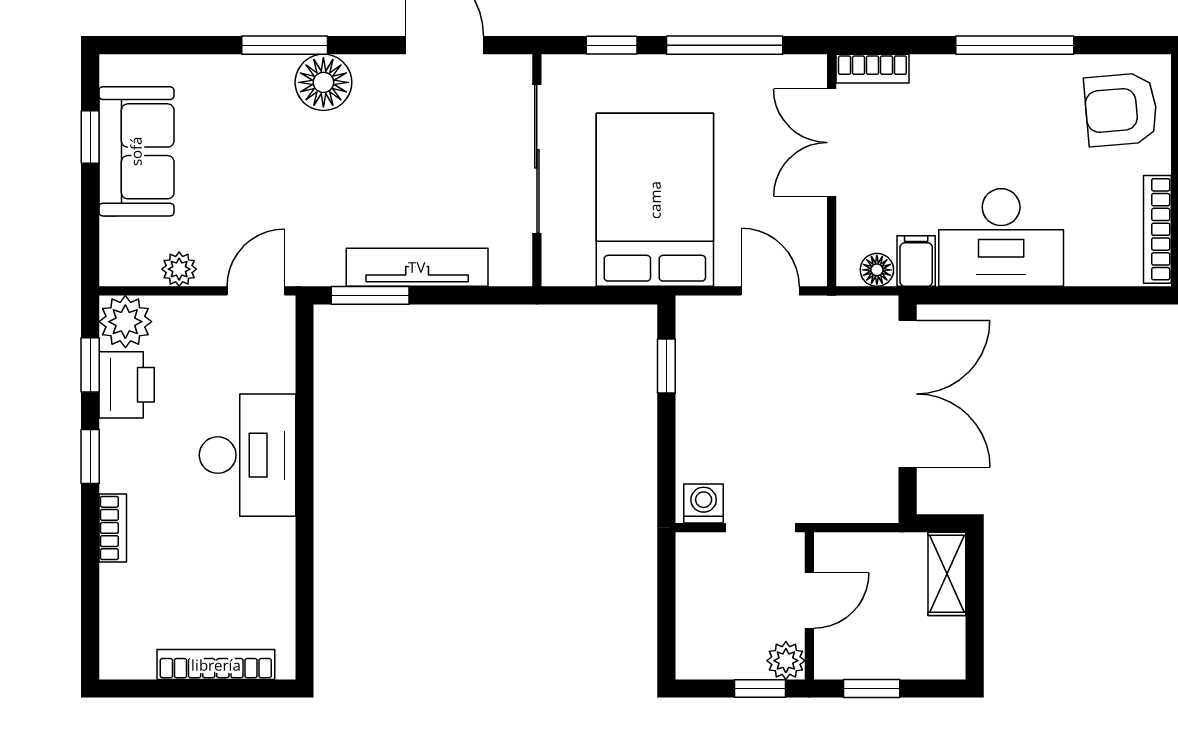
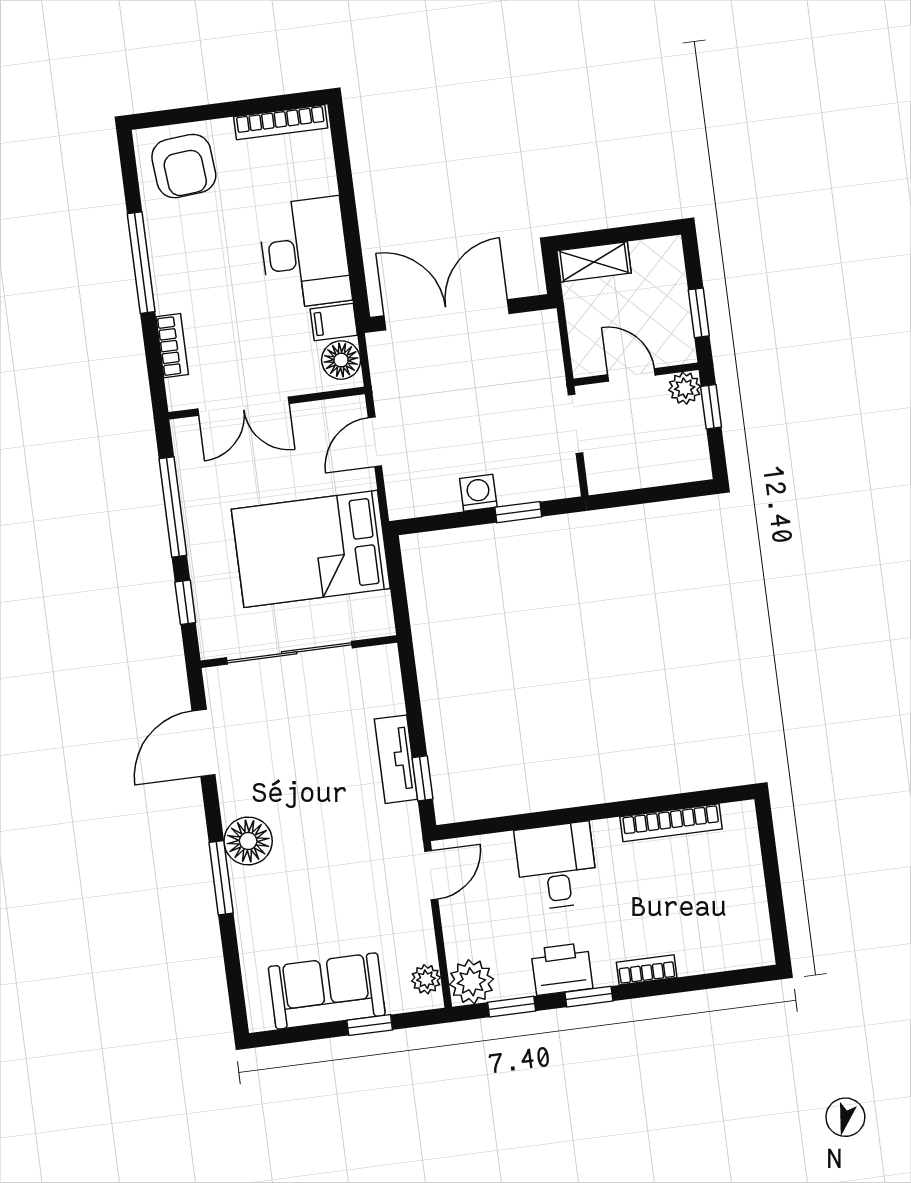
bookcase: (872, 69) -> (172, 346), moved
window: (90, 137) -> (370, 1025), moved
tv unit: (417, 267) -> (396, 759), width x0.71
plant: (179, 269) -> (426, 979), moved
floor lamp: (877, 270) -> (341, 360), width x1.37, depth x1.37
door: (256, 291) -> (431, 875), swing flipped
window: (370, 295) -> (422, 778), width x0.67
window: (666, 366) -> (518, 512), moved
printer: (127, 385) -> (562, 969), moved
desk: (248, 455) -> (556, 866), width x0.73
washing machine: (704, 504) -> (478, 493), moved, turned 90
bookcase: (216, 665) -> (671, 823), moved, turned -90

